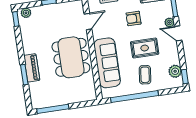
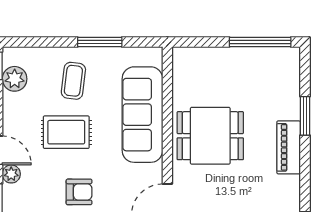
dining table: (71, 57) -> (210, 136), width x0.73
piano: (32, 68) -> (289, 147), moved
window: (135, 97) -> (100, 42), width x0.47

